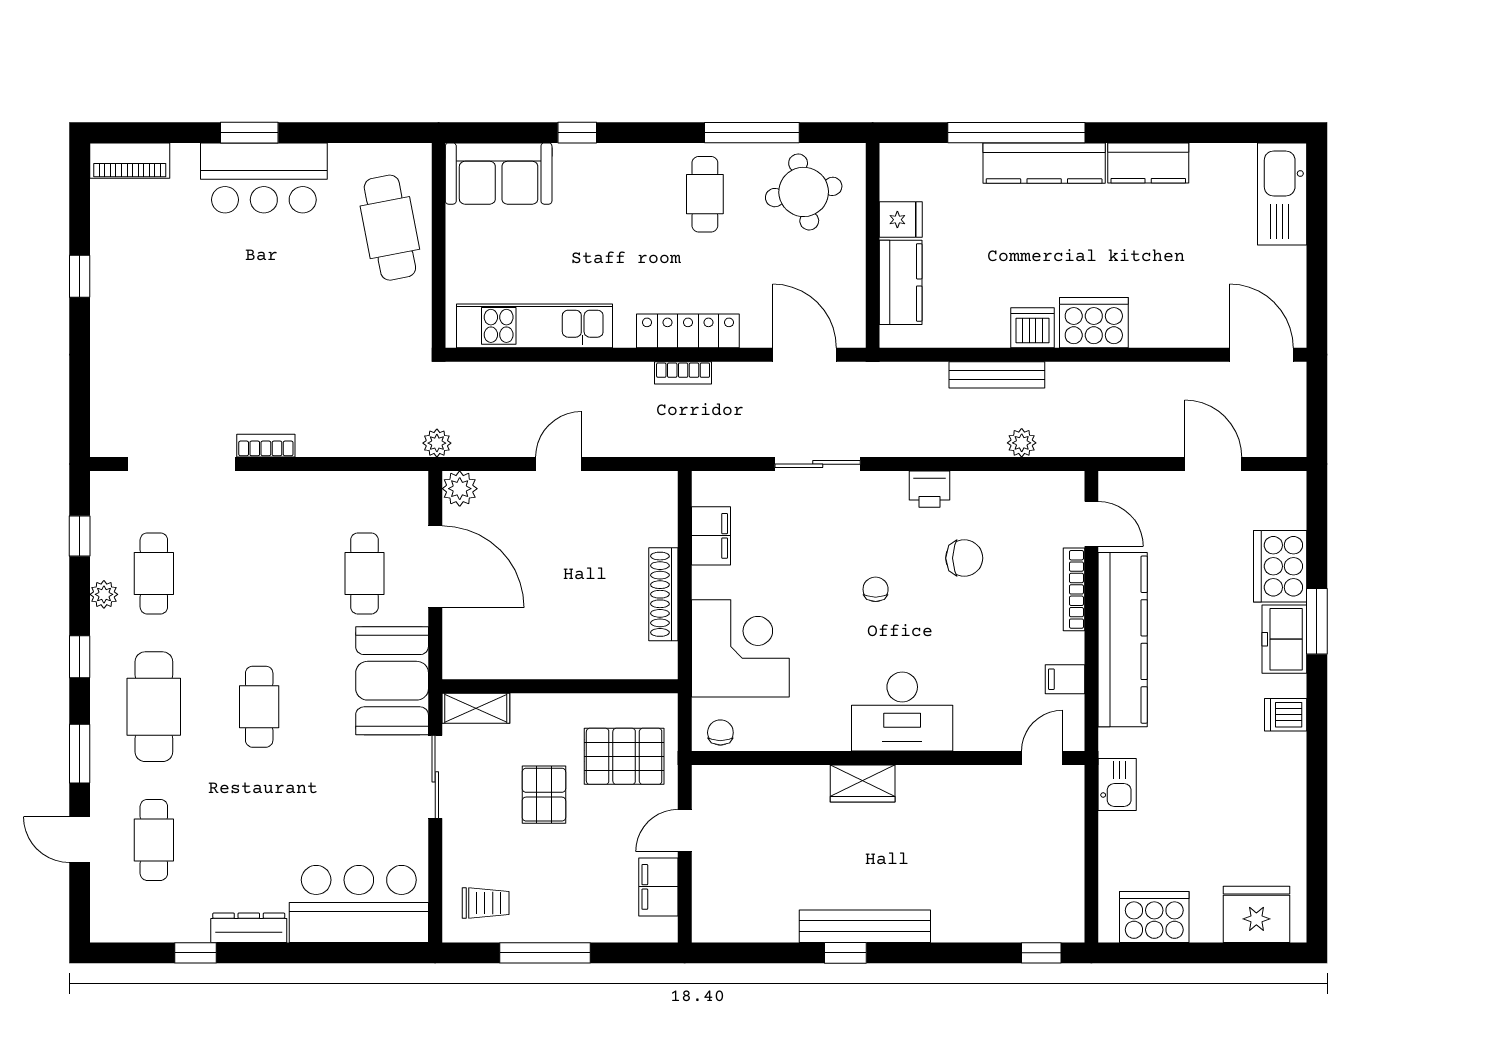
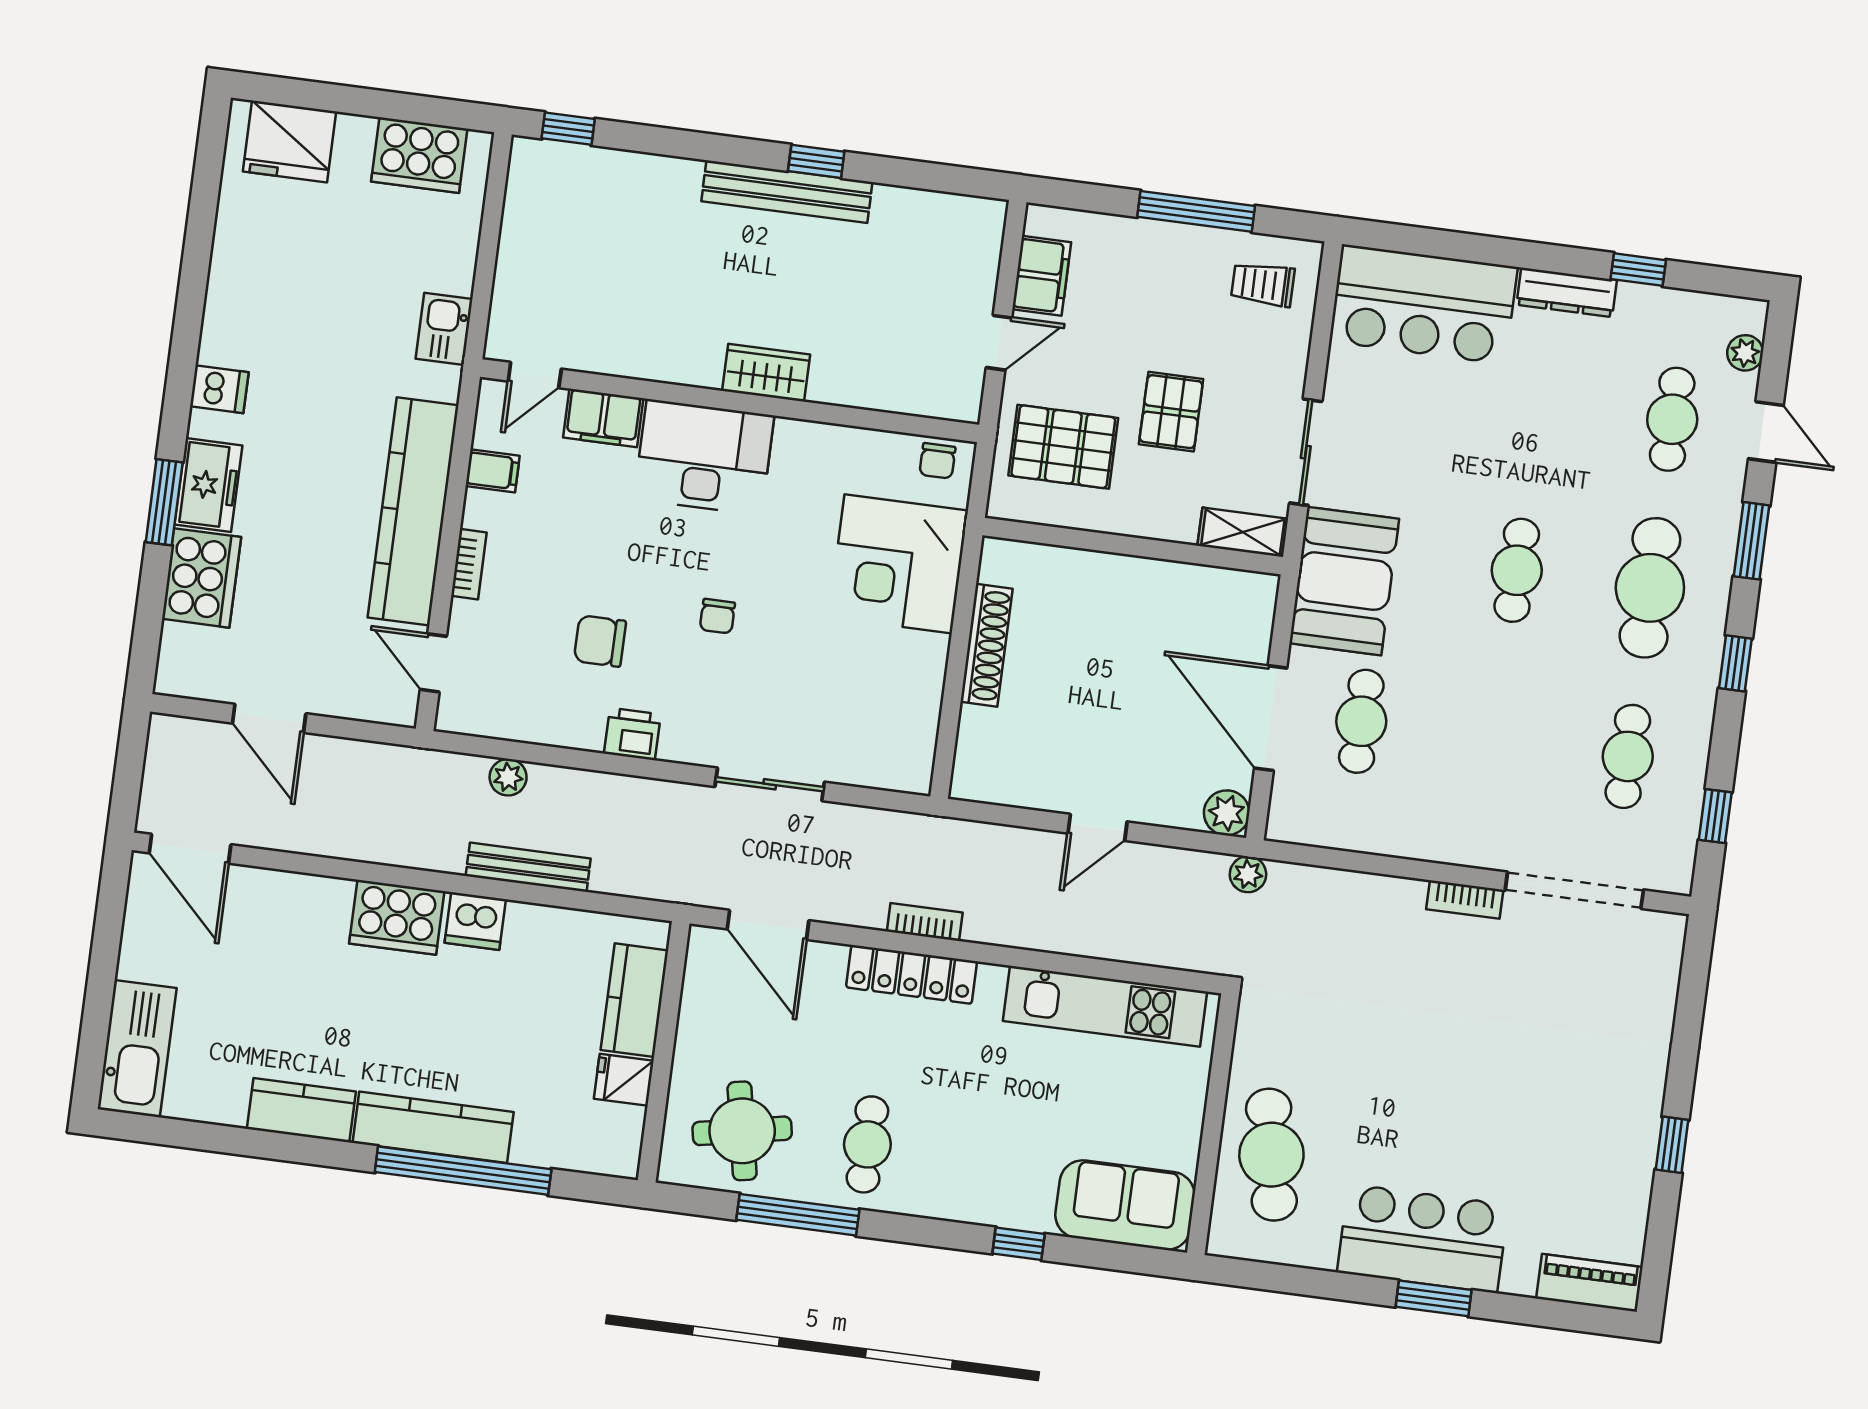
filing cabinet: (711, 536) -> (603, 418), moved, turned -90
bookcase: (1074, 589) -> (469, 564), width x0.64
plant: (104, 594) -> (1745, 353), moved

